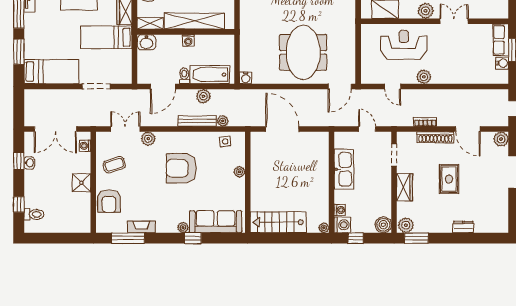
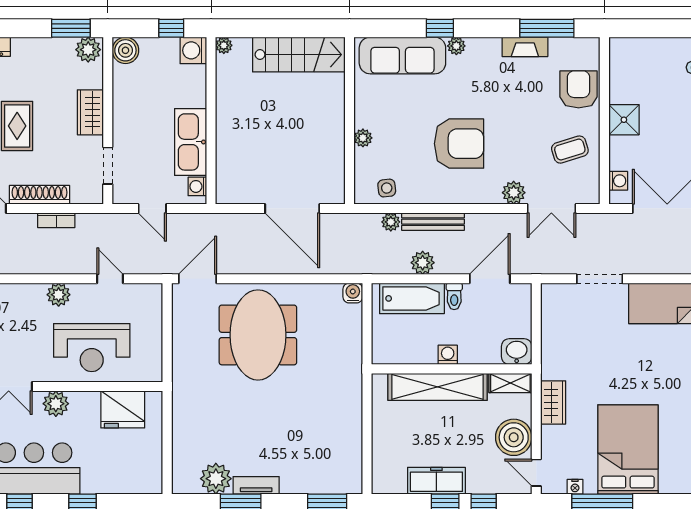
bed: (106, 37) -> (583, 360), removed
washing machine: (340, 210) -> (197, 186), moved

